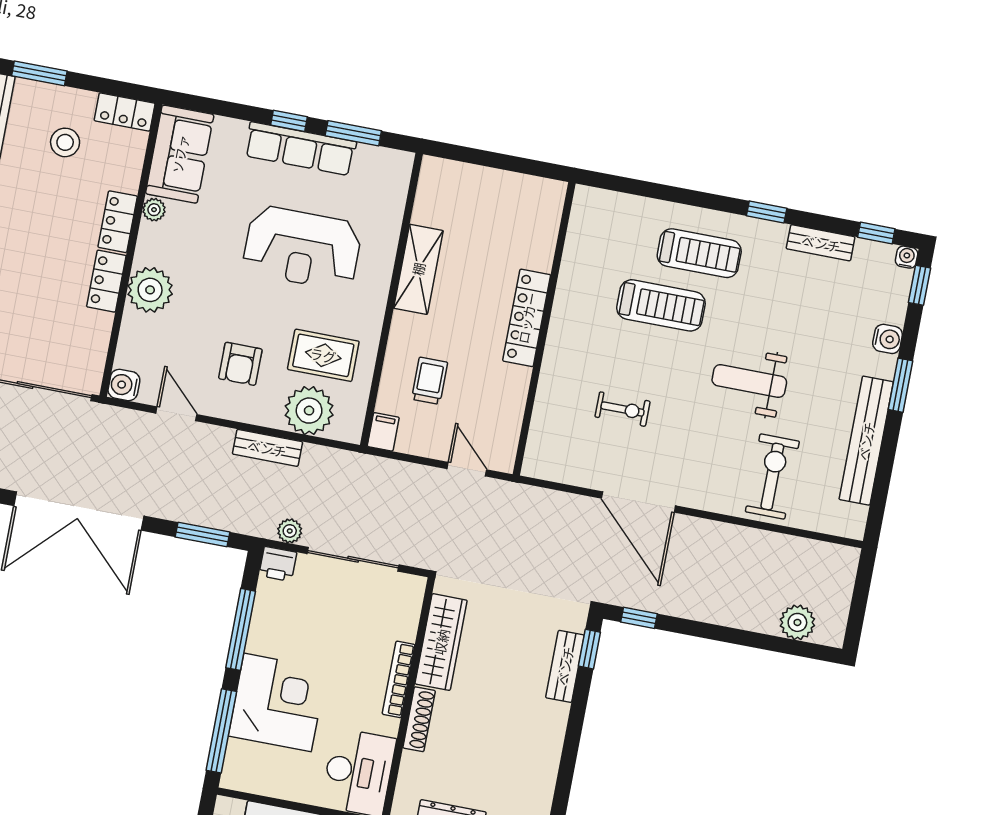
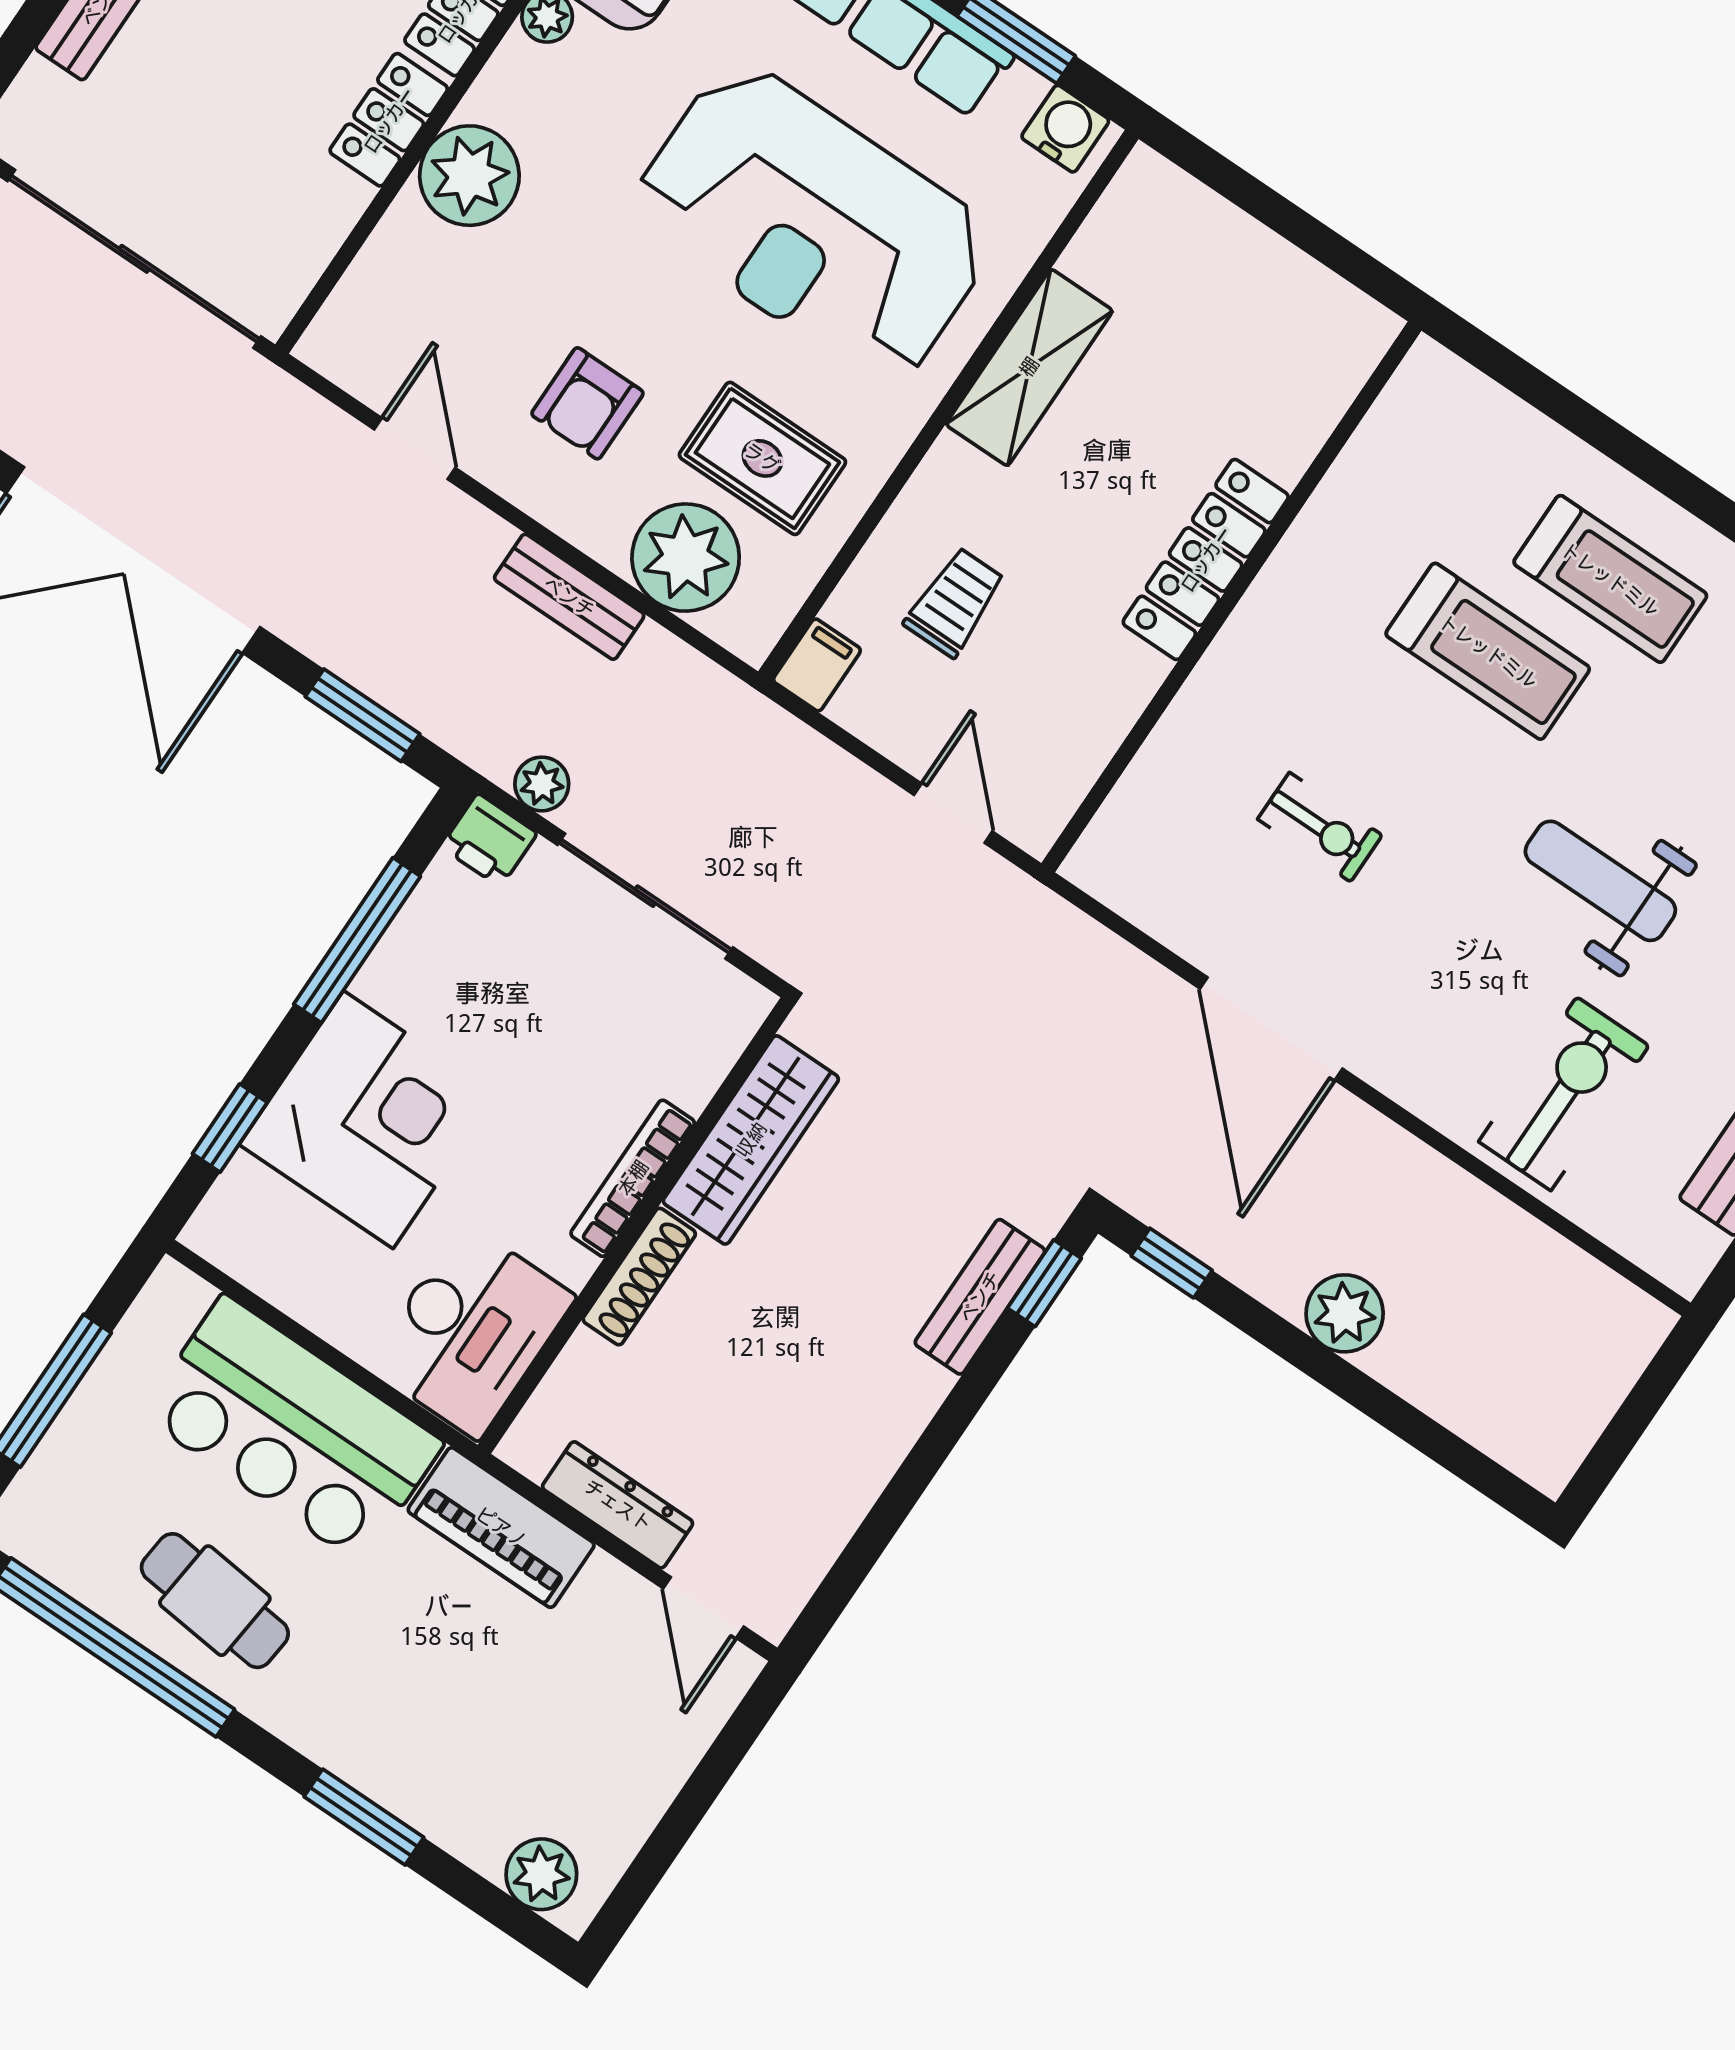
reception desk: (302, 248) -> (813, 223), width x1.36, depth x1.30
water cooler: (124, 385) -> (1065, 129), moved, turned 90
plant: (797, 622) -> (1345, 1313), moved
window: (221, 731) -> (230, 1128), width x0.46

